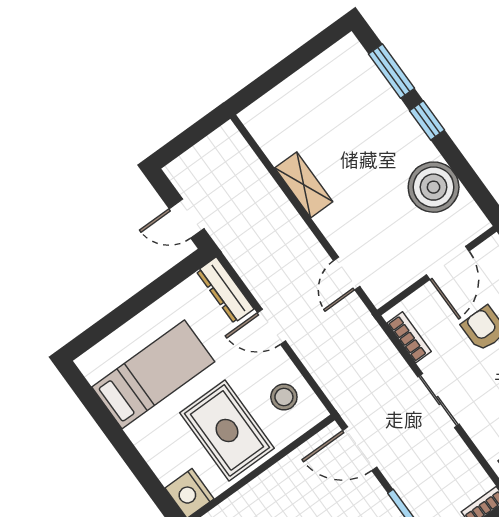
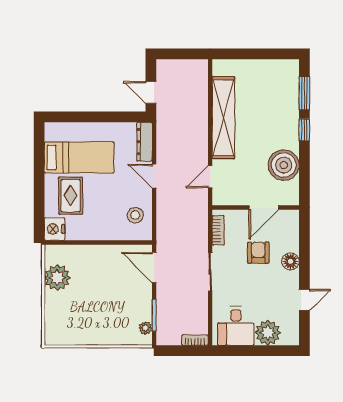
shelving: (304, 185) -> (223, 118), width x2.20, depth x1.33
rug: (227, 430) -> (71, 196), moved, width x0.73, depth x0.70

